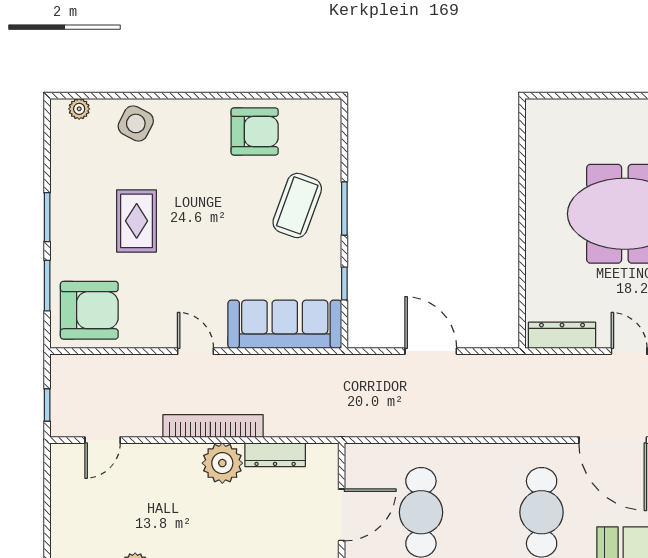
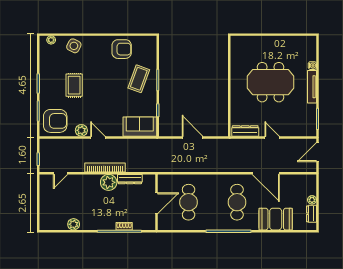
sofa: (285, 324) -> (140, 127), width x0.73
plant: (154, 334) -> (81, 130), added

